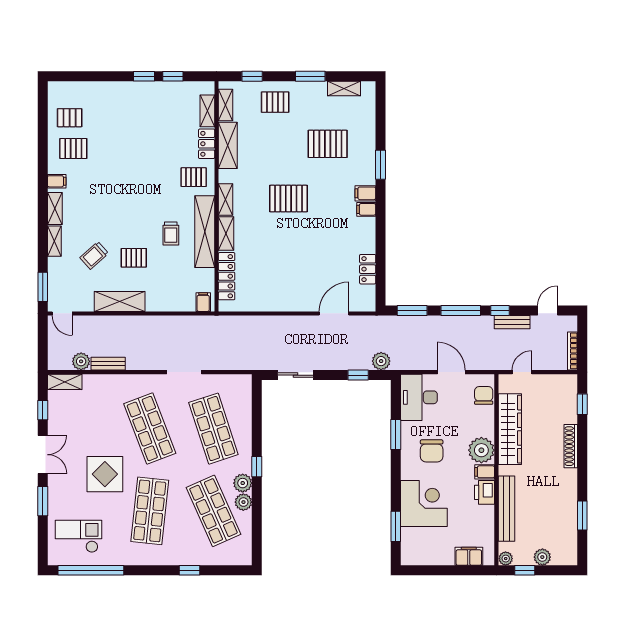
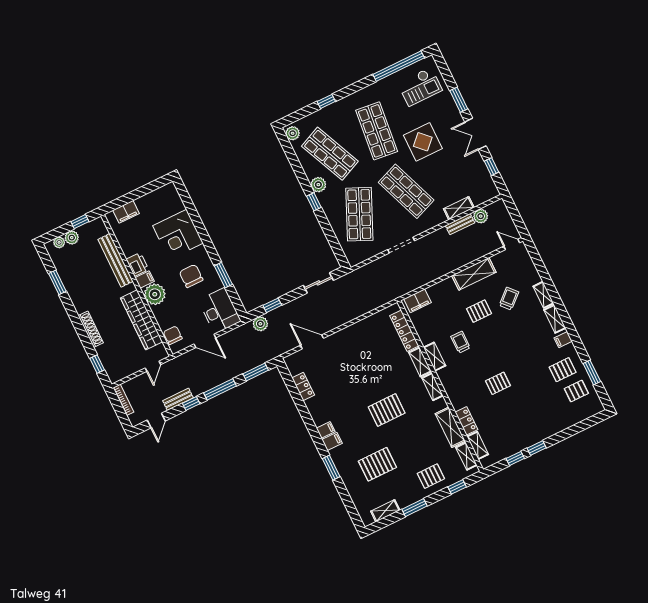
pallet: (194, 177) -> (498, 383), moved
shelving: (205, 232) -> (435, 357), width x0.45, depth x0.75
window: (43, 287) -> (592, 372), moved
filing cabinet: (203, 302) -> (417, 301), width x2.00
door: (334, 313) -> (312, 342), swing flipped
shelving: (65, 382) -> (459, 208), moved
chair: (484, 395) -> (173, 335), turned 180
shop shelf: (213, 429) -> (359, 214), turned 42
plant: (243, 502) -> (293, 133), moved
window: (396, 526) -> (190, 208), removed
plant: (506, 559) -> (59, 242), moved

